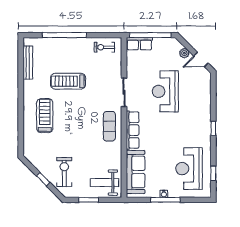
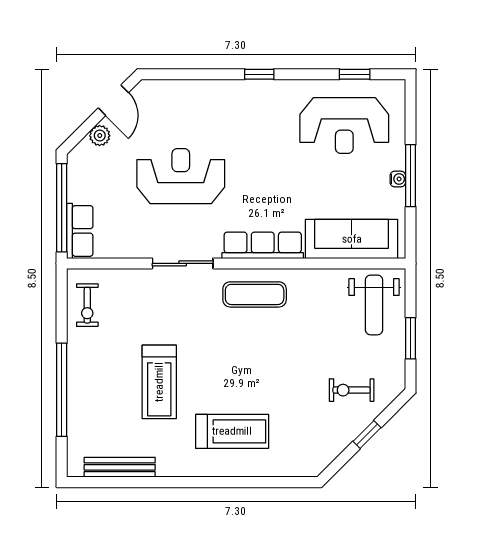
reception desk: (165, 91) -> (181, 176), turned 180
treadmill: (45, 116) -> (232, 431), turned 180
exercise bike: (64, 172) -> (352, 390), width x0.73, depth x0.72

